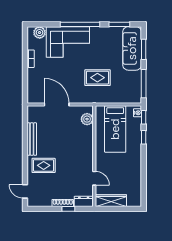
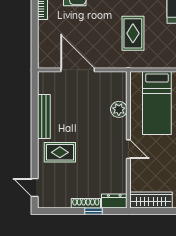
rug: (97, 78) -> (133, 33), turned 90
plant: (87, 119) -> (119, 109), moved
door: (94, 178) -> (128, 149), moved

